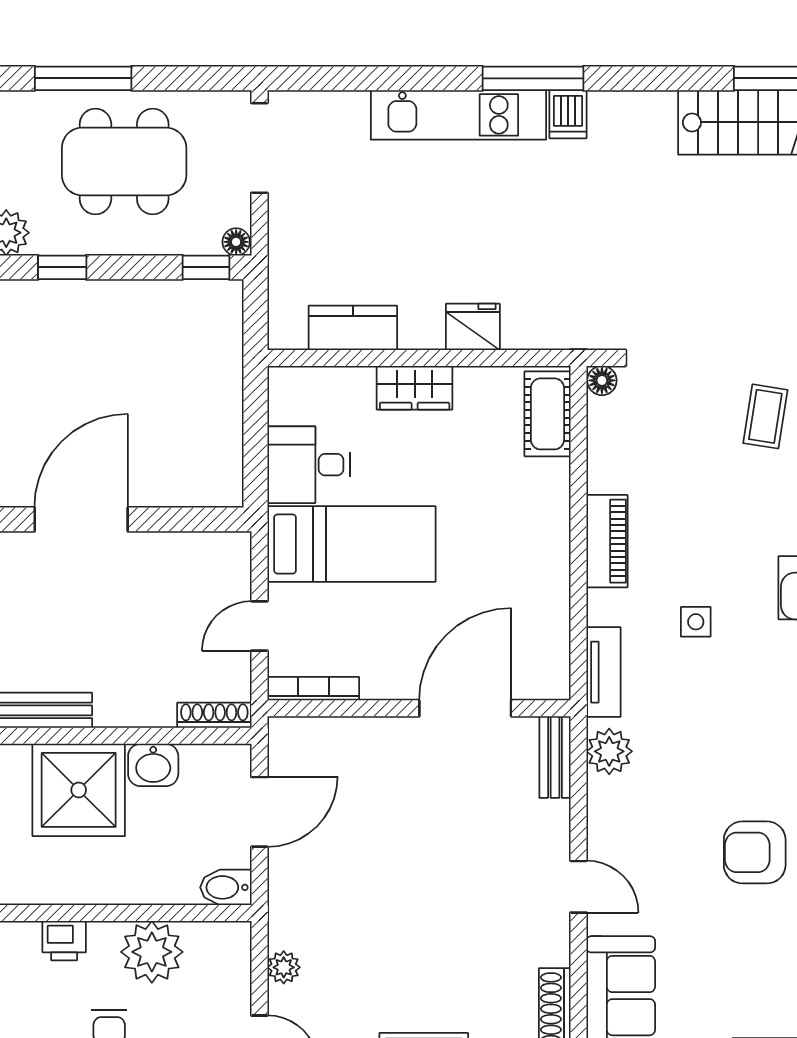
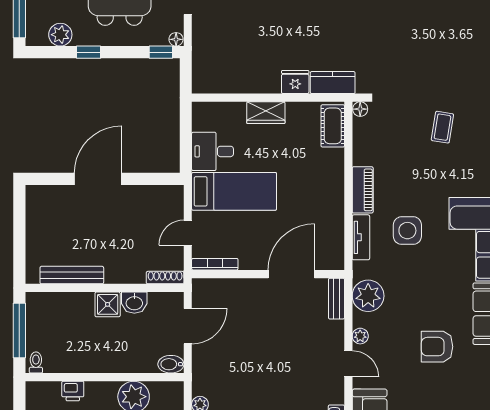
kitchen counter: (353, 328) -> (333, 83), moved
side table: (696, 622) -> (407, 231), width x1.87, depth x1.87
tv unit: (603, 672) -> (361, 237), moved
plant: (609, 751) -> (368, 296), width x1.36, depth x1.36
shower: (79, 790) -> (108, 304), width x0.54, depth x0.54
plant: (602, 832) -> (360, 336), added
printer: (64, 941) -> (73, 391), moved

